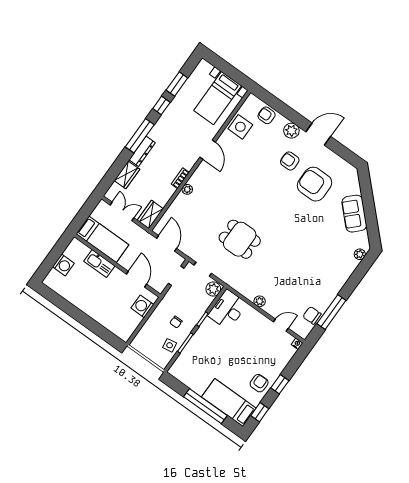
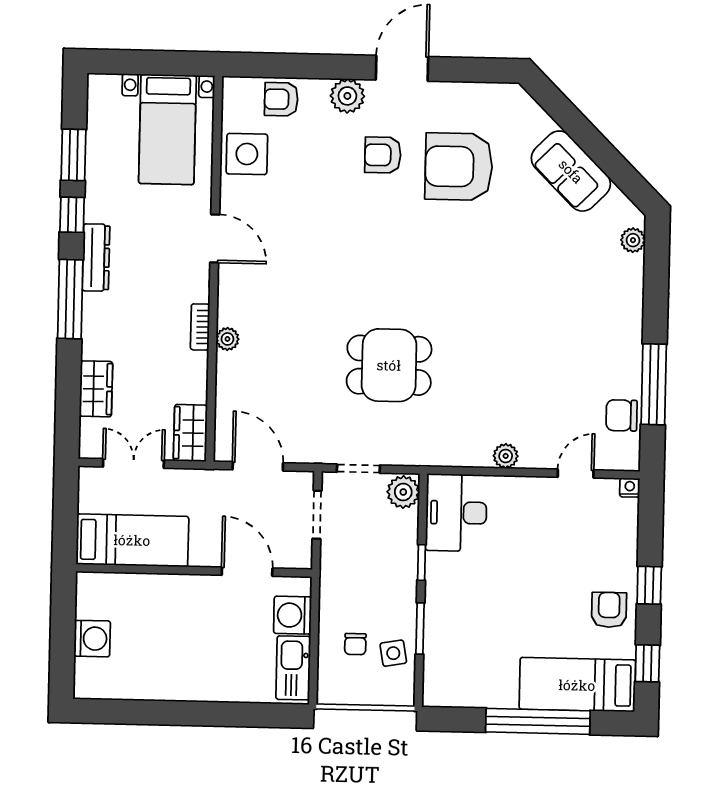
dresser: (142, 151) -> (96, 258), moved
kitchen sink: (99, 264) -> (293, 668), moved, turned 90
chair: (176, 322) -> (355, 644), moved

